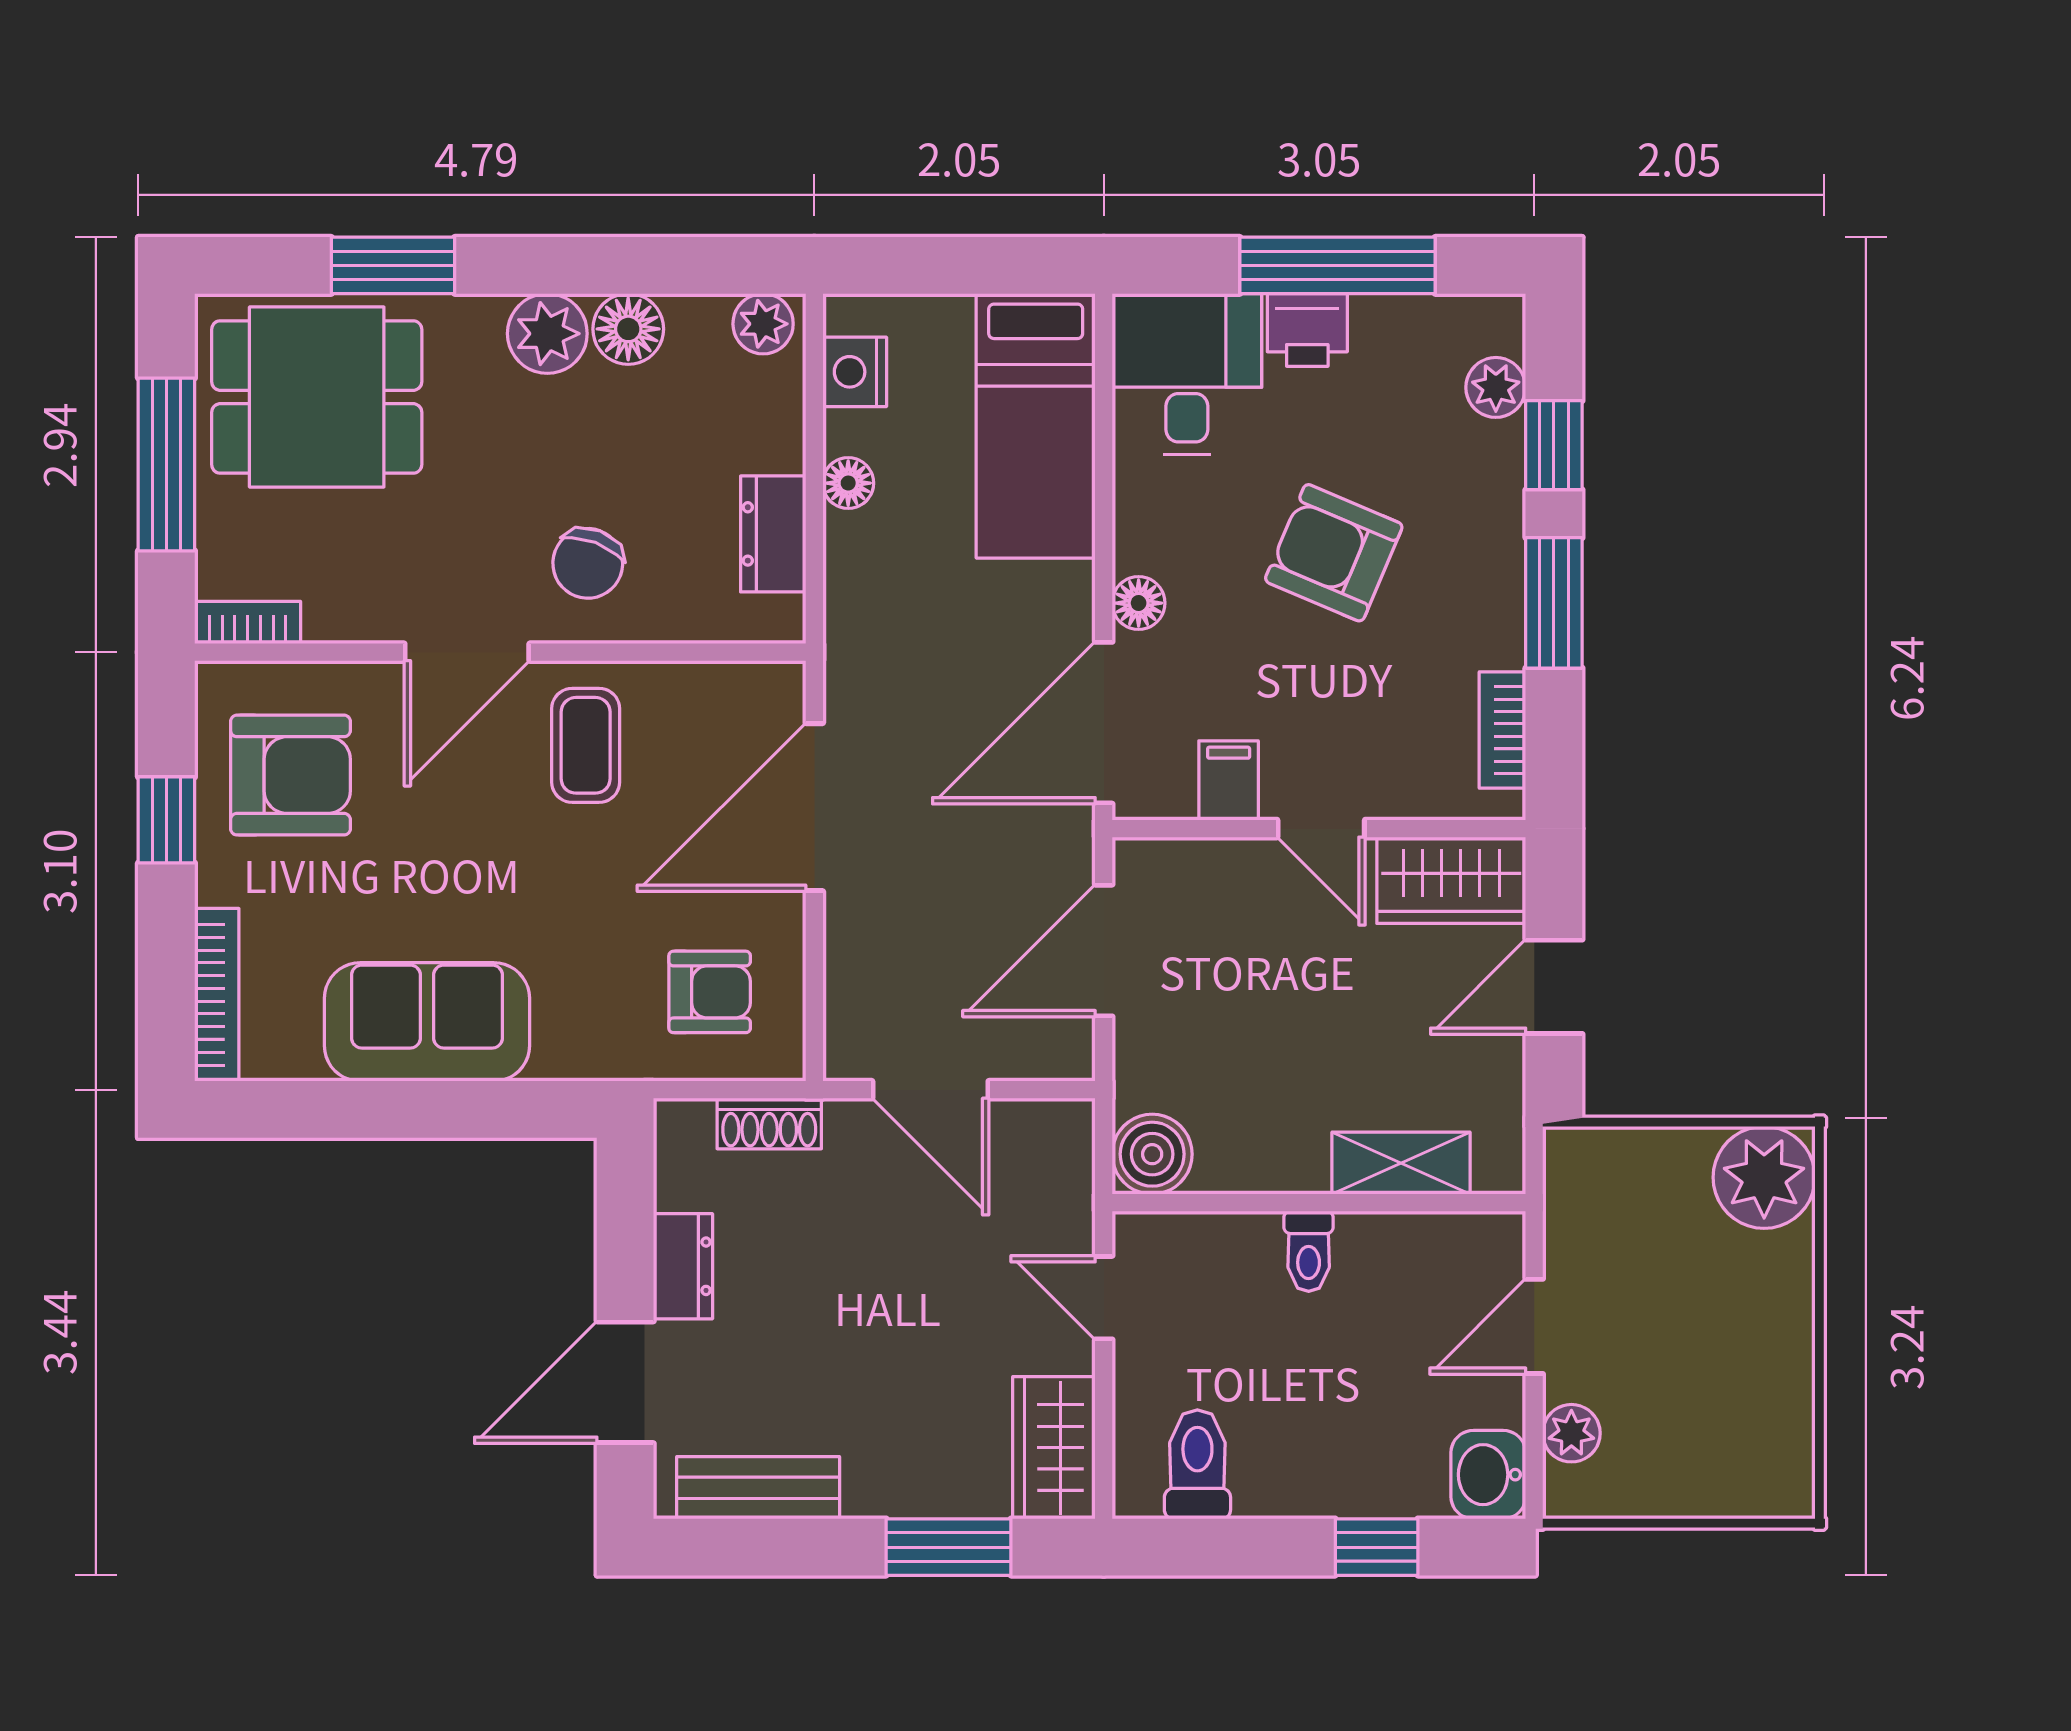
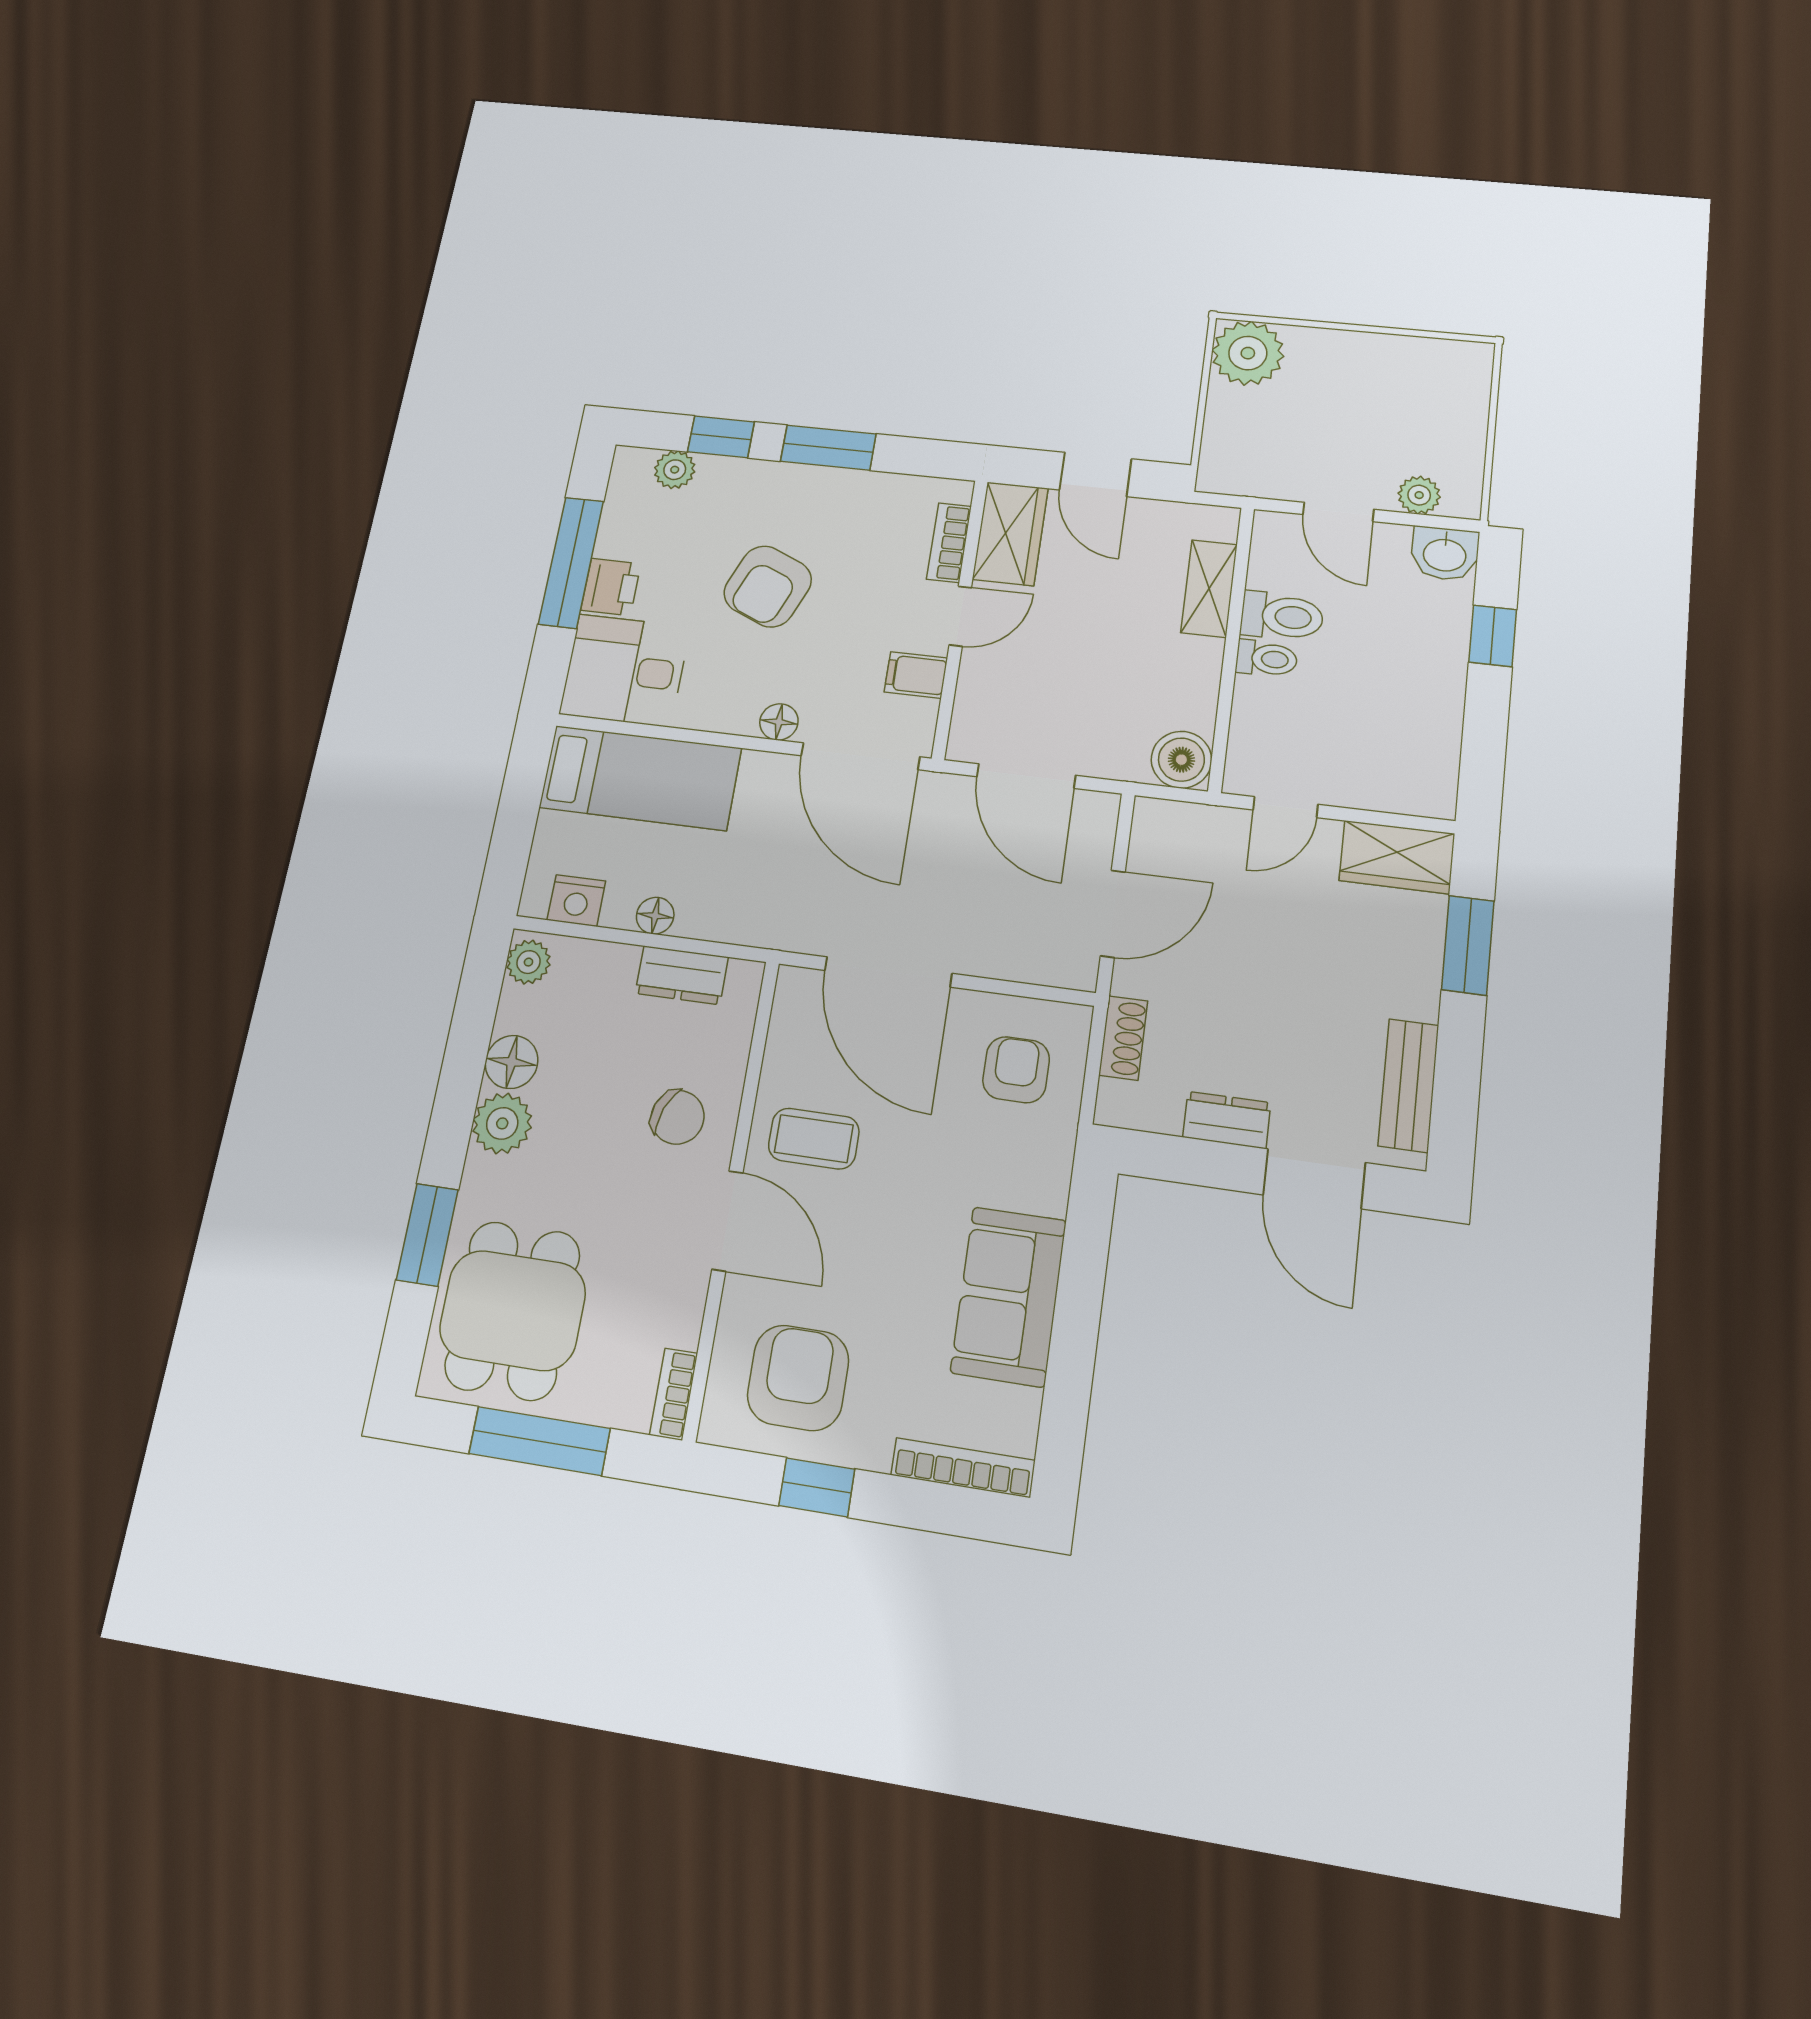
bookcase: (1502, 730) -> (949, 543), moved, turned 90
toilet: (1197, 1464) -> (1282, 616), moved, turned 180

